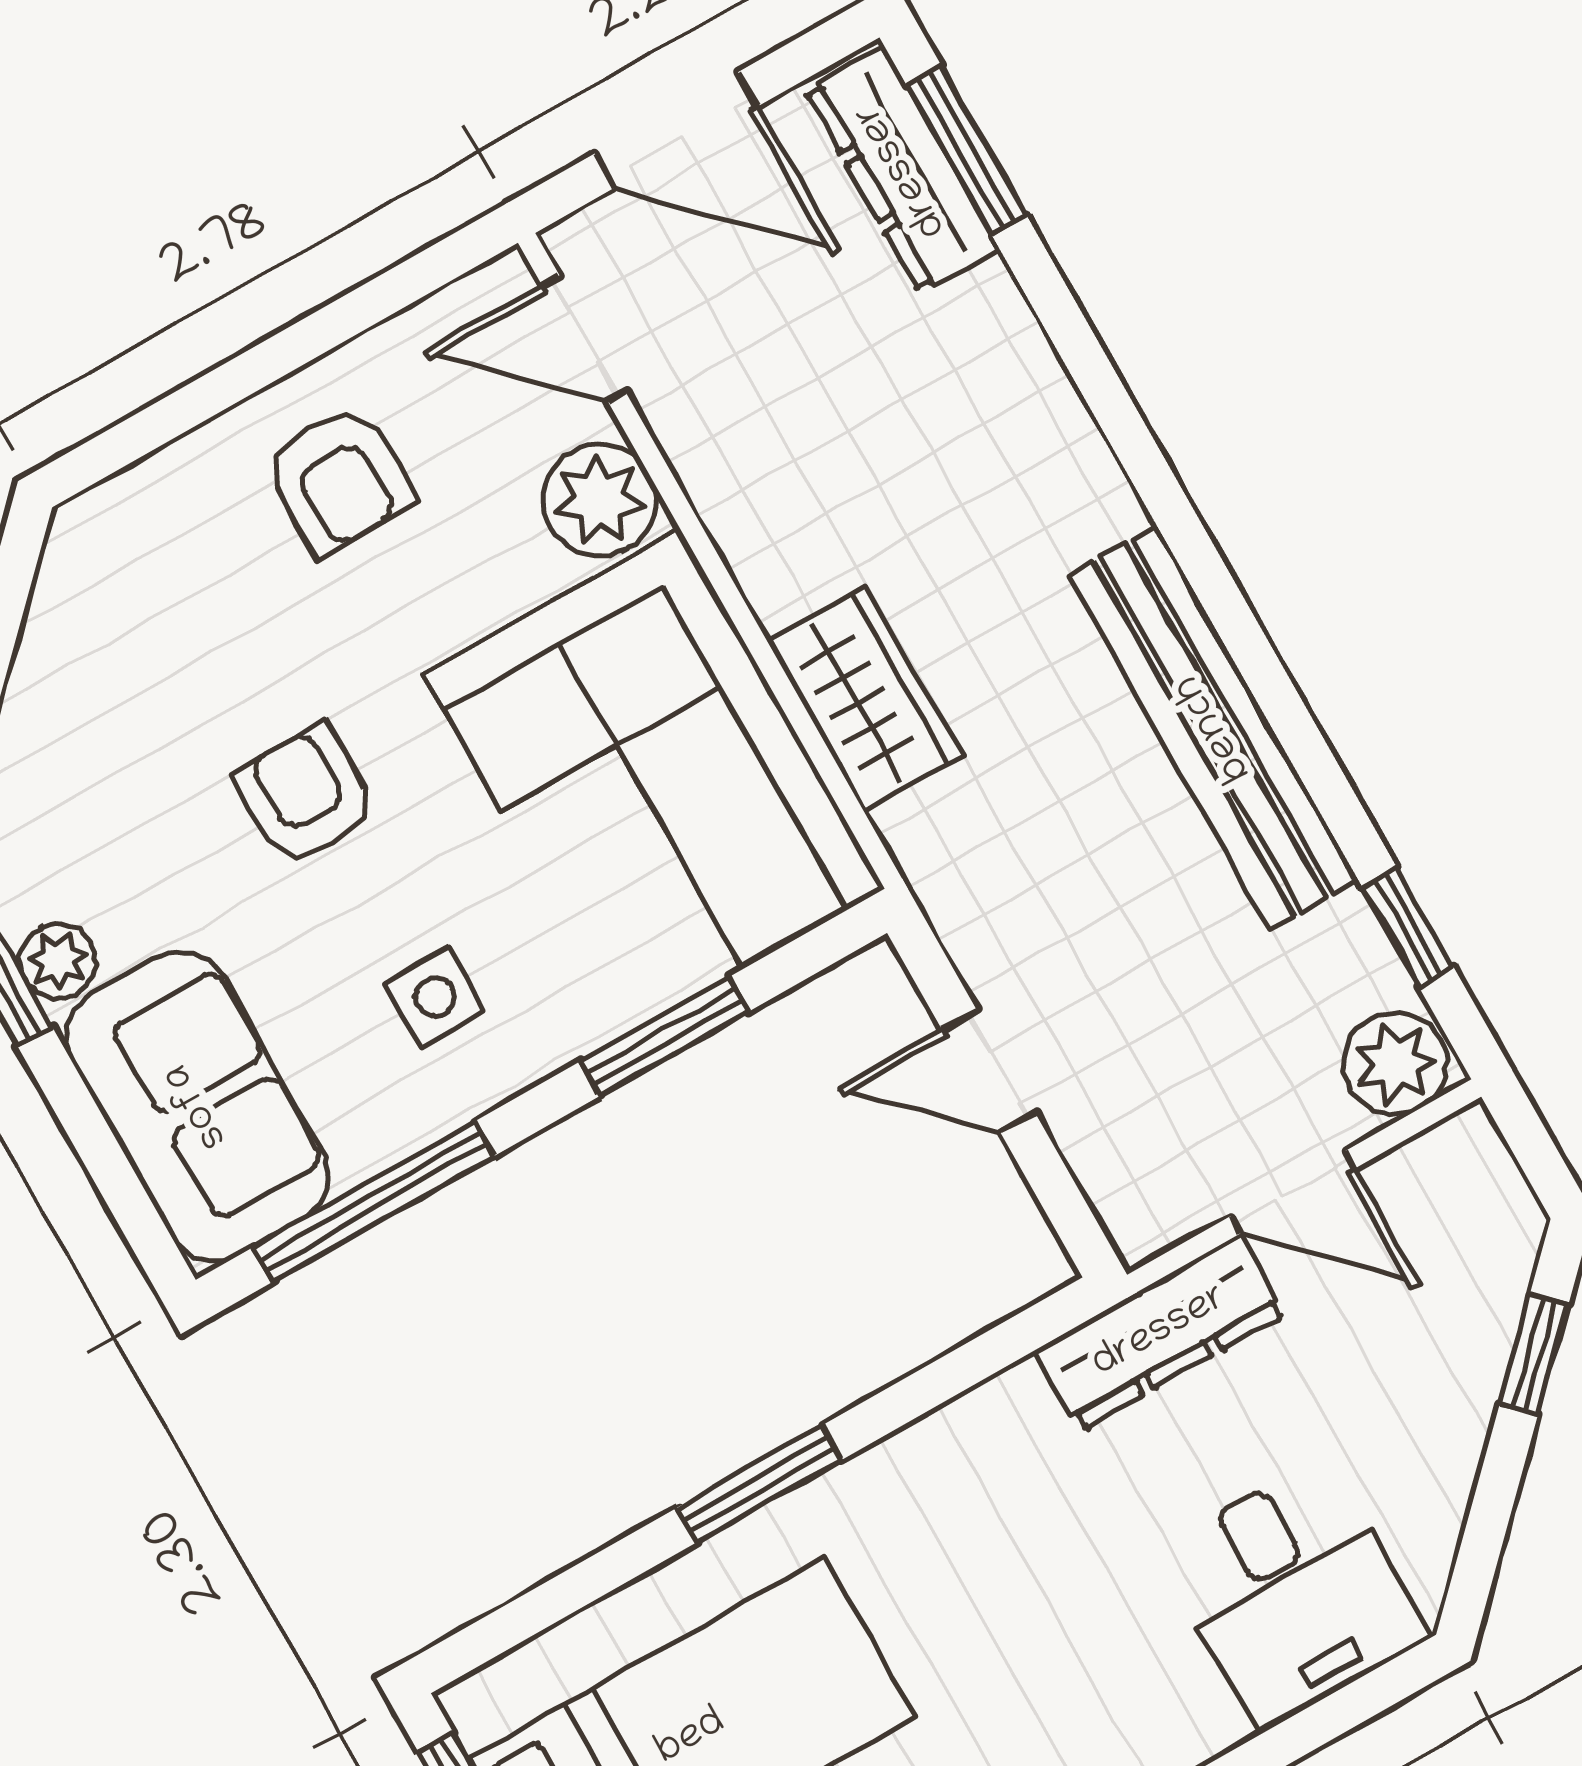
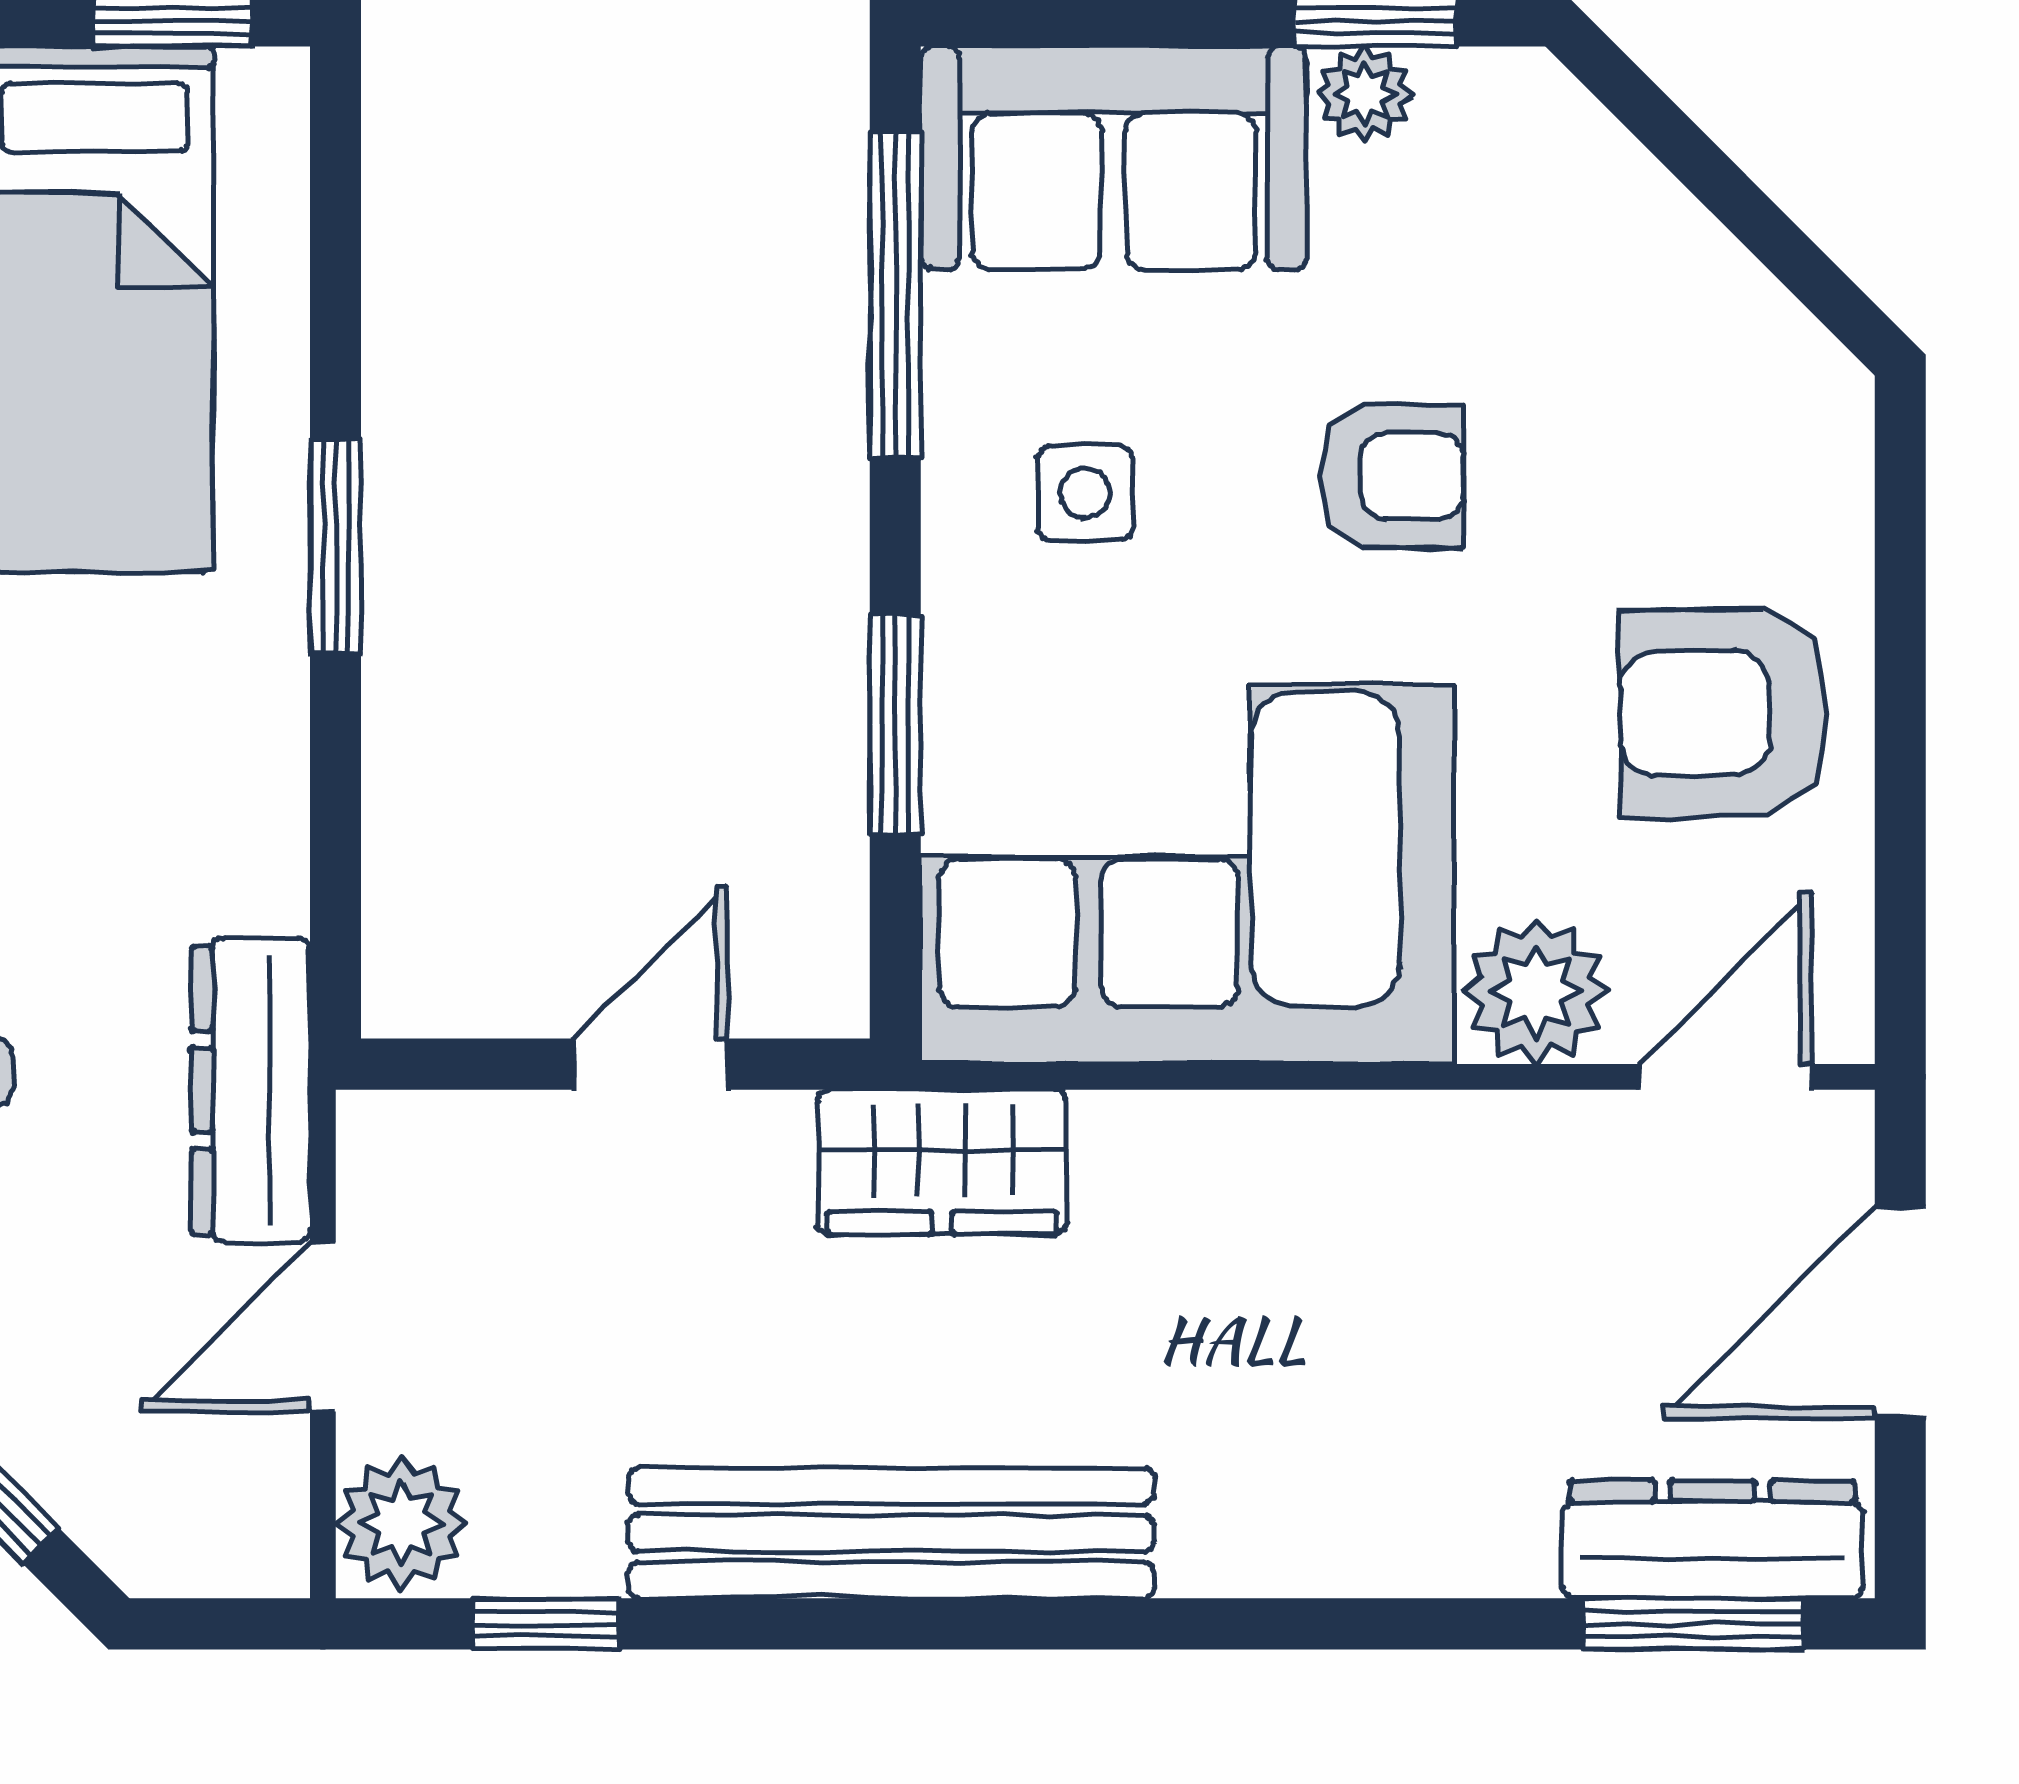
armchair: (338, 480) -> (1724, 713), width x1.38, depth x1.38
wardrobe: (864, 698) -> (942, 1162), moved

